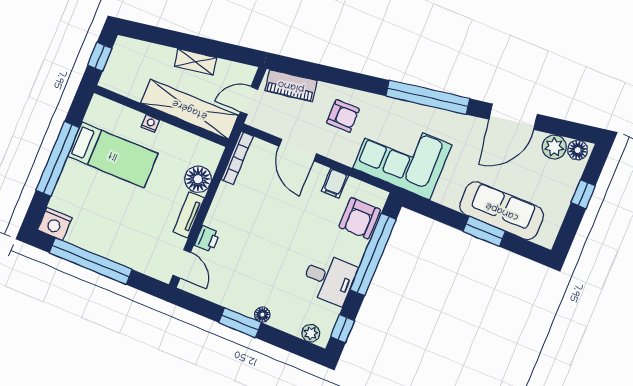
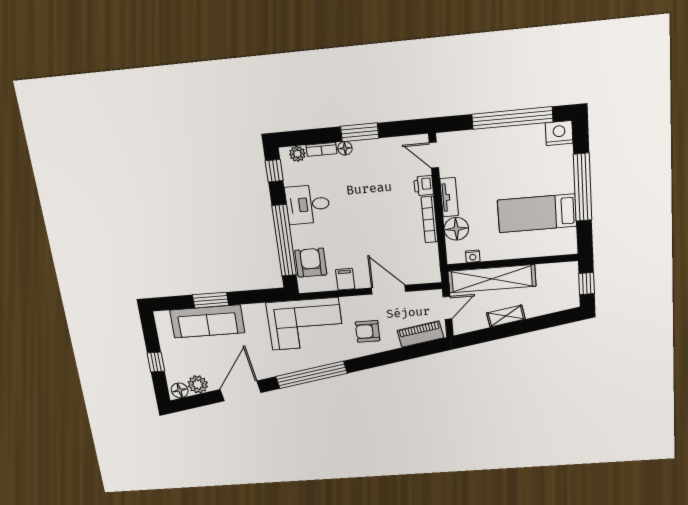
nightstand: (150, 123) -> (473, 256), moved
bookcase: (237, 158) -> (429, 219), moved
bookcase: (285, 325) -> (321, 149), added

